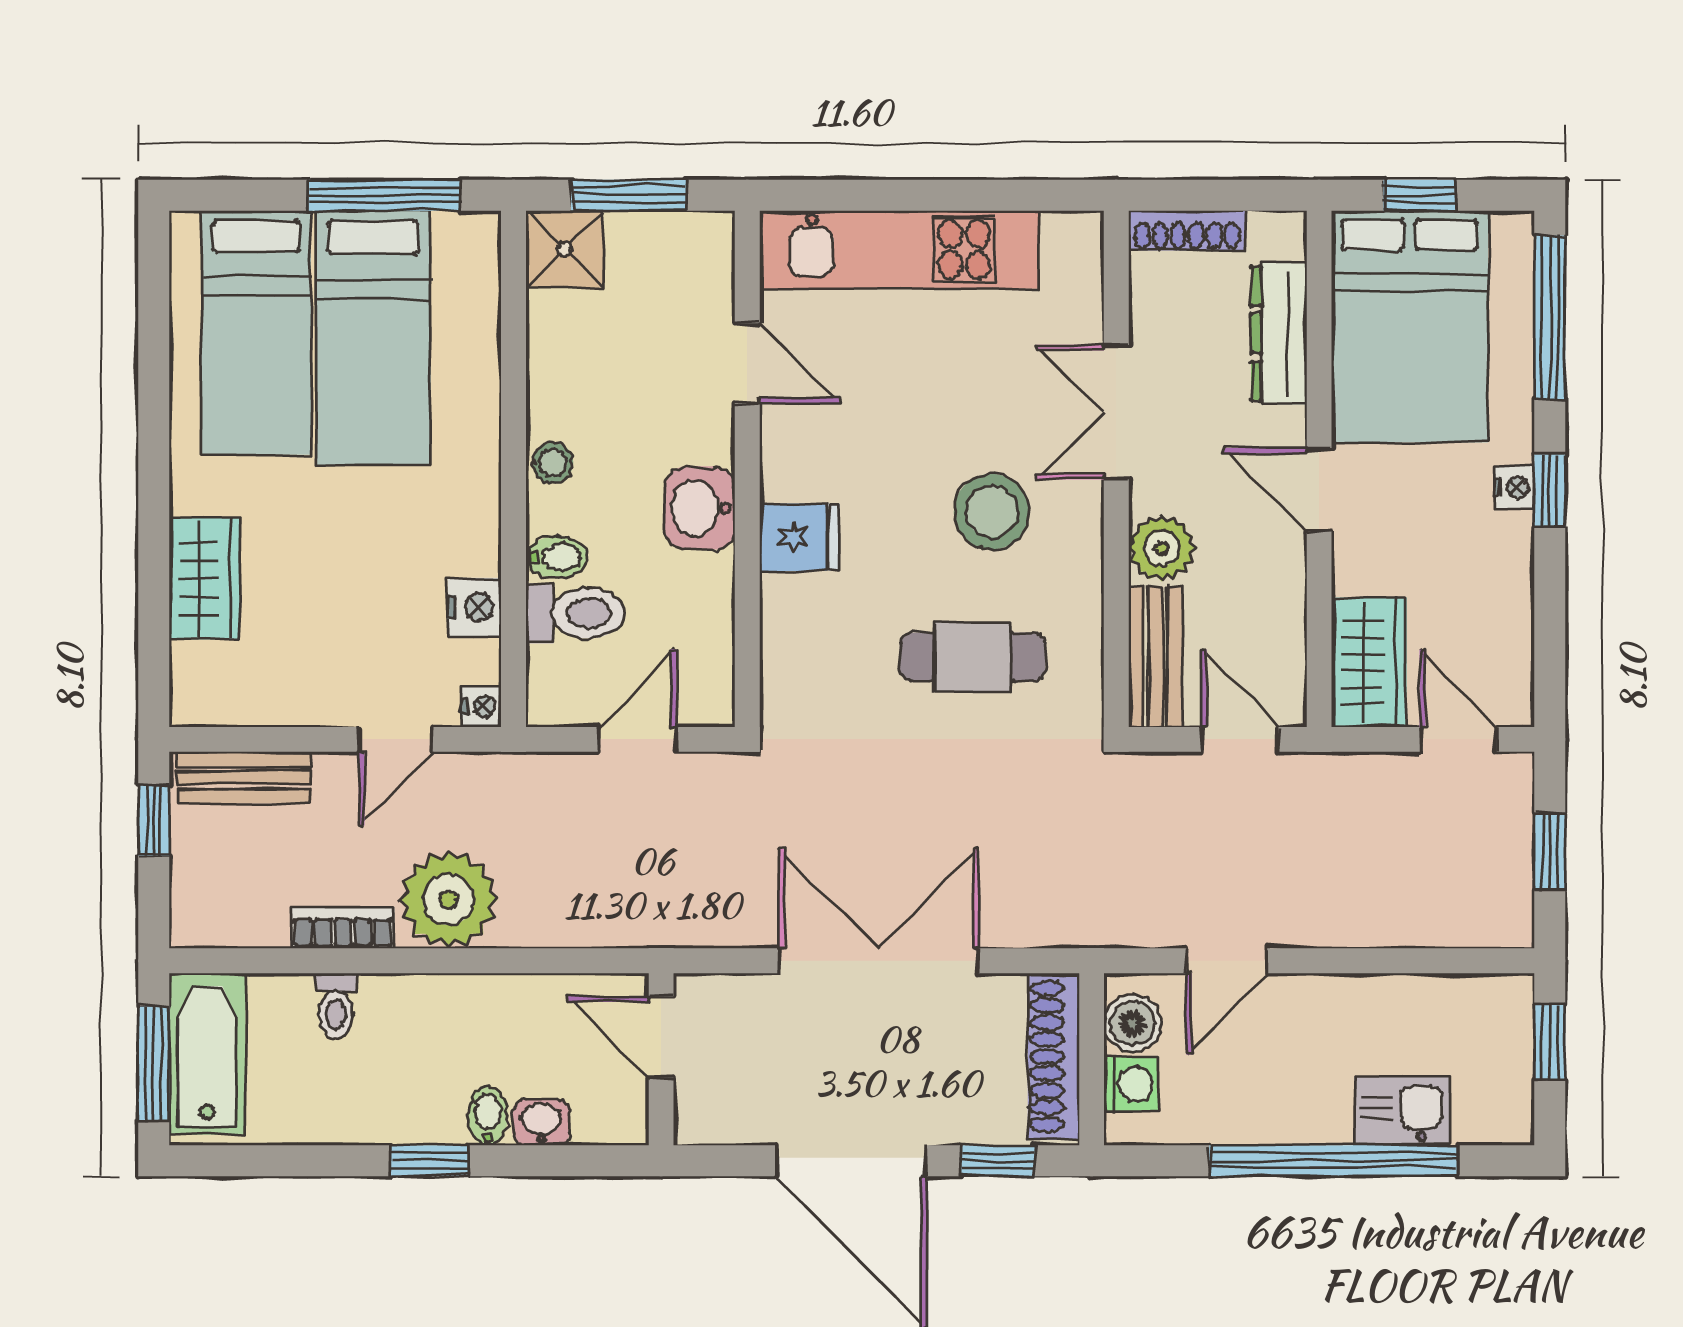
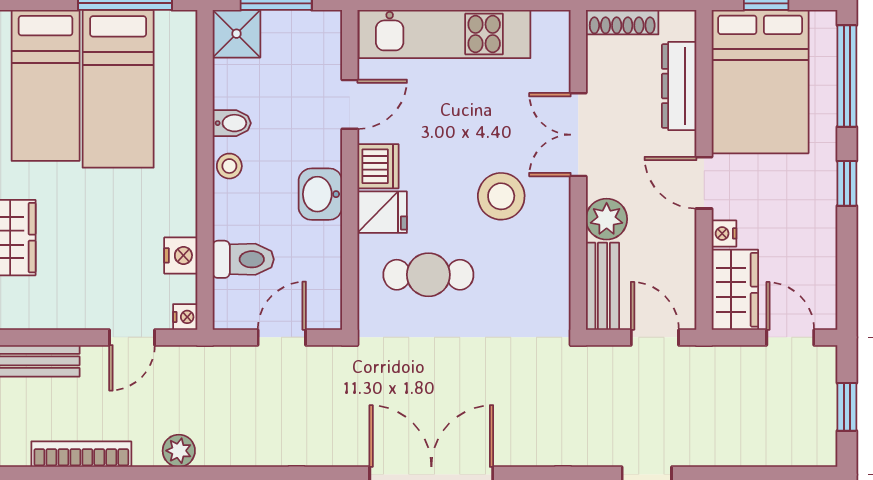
door: (747, 363) -> (350, 104), hinge flipped
dishwasher: (793, 463) -> (378, 166), added
nightstand: (1514, 487) -> (724, 233), moved, turned 180
bidet: (557, 557) -> (232, 123), moved
cafe table: (973, 657) -> (428, 275), moved
plant: (448, 900) -> (179, 451), width x0.53, depth x0.53
bookcase: (343, 928) -> (81, 454), width x1.56

